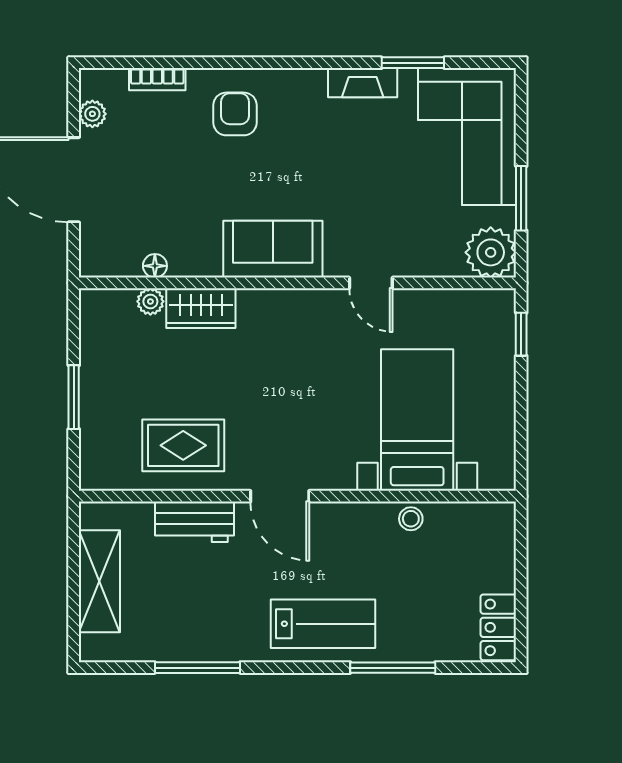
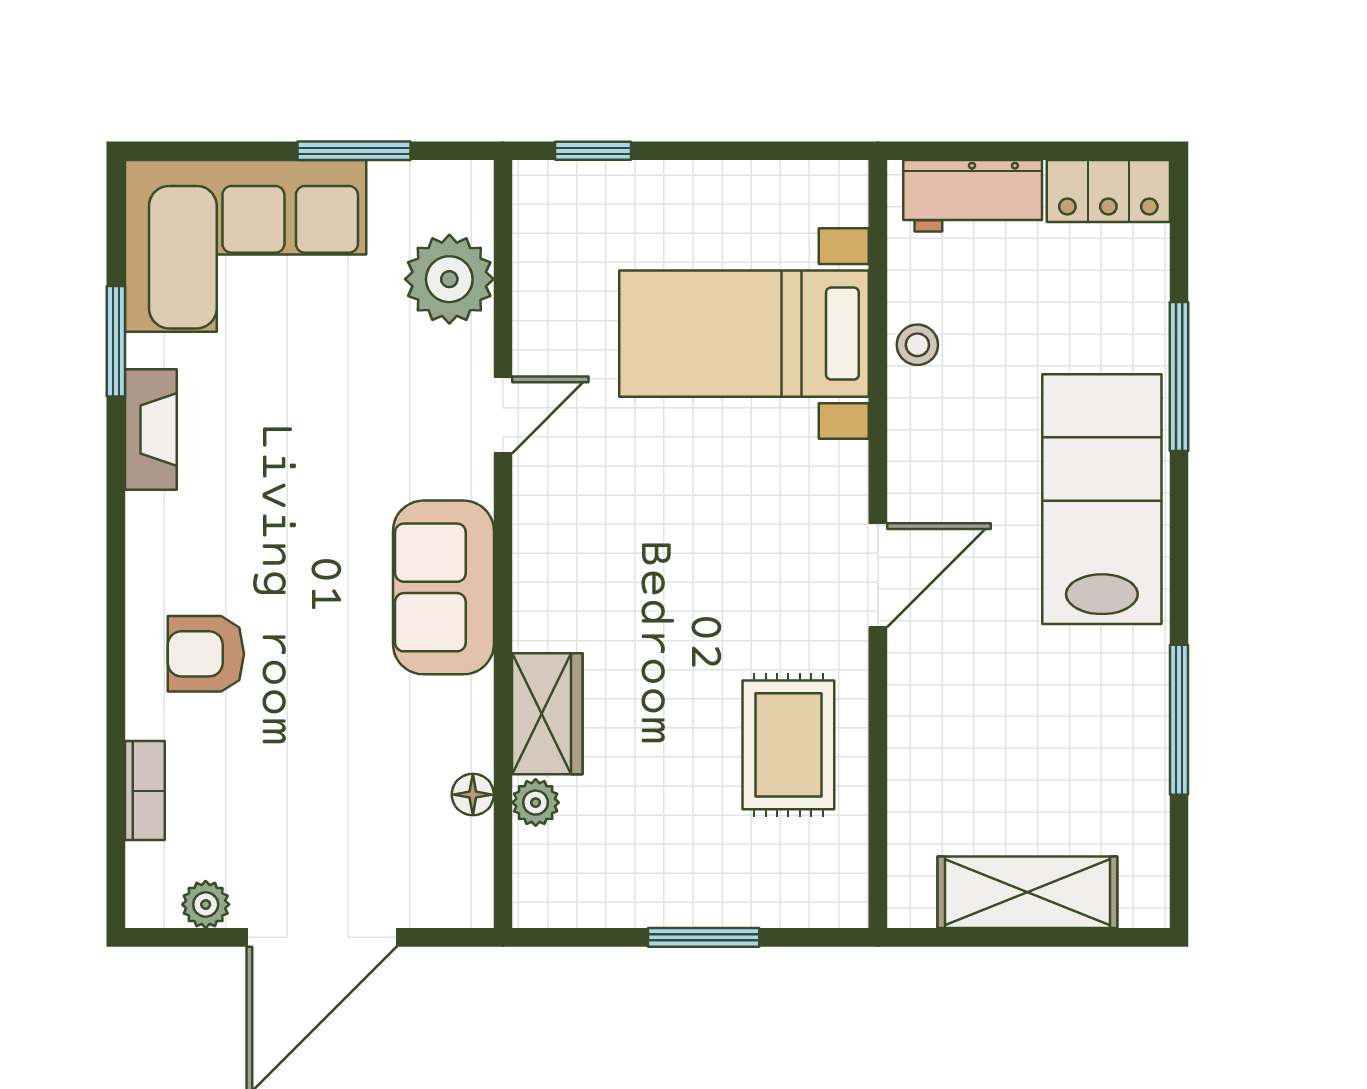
plant: (491, 252) -> (449, 279), moved
workbench: (195, 522) -> (973, 196), moved, turned 90
lab bench: (323, 624) -> (1102, 499), width x1.36, depth x1.39

